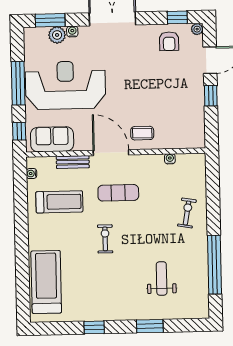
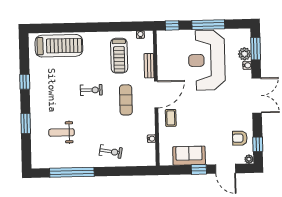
reception desk: (65, 85) -> (207, 60), turned 180
sofa: (52, 139) -> (189, 156), moved, turned -90
weight bench: (162, 278) -> (61, 132), turned 180

